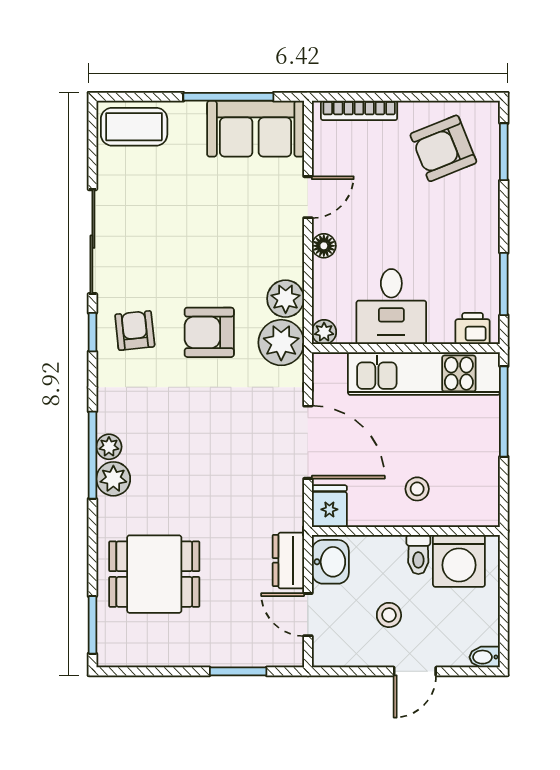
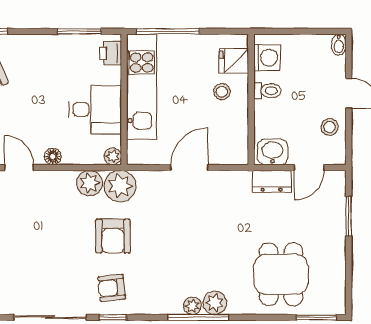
door: (308, 442) -> (189, 168), width x0.73
fridge: (329, 506) -> (234, 61), moved
washing machine: (459, 561) -> (267, 58), width x0.73, depth x0.73
stool: (389, 615) -> (329, 127), moved

